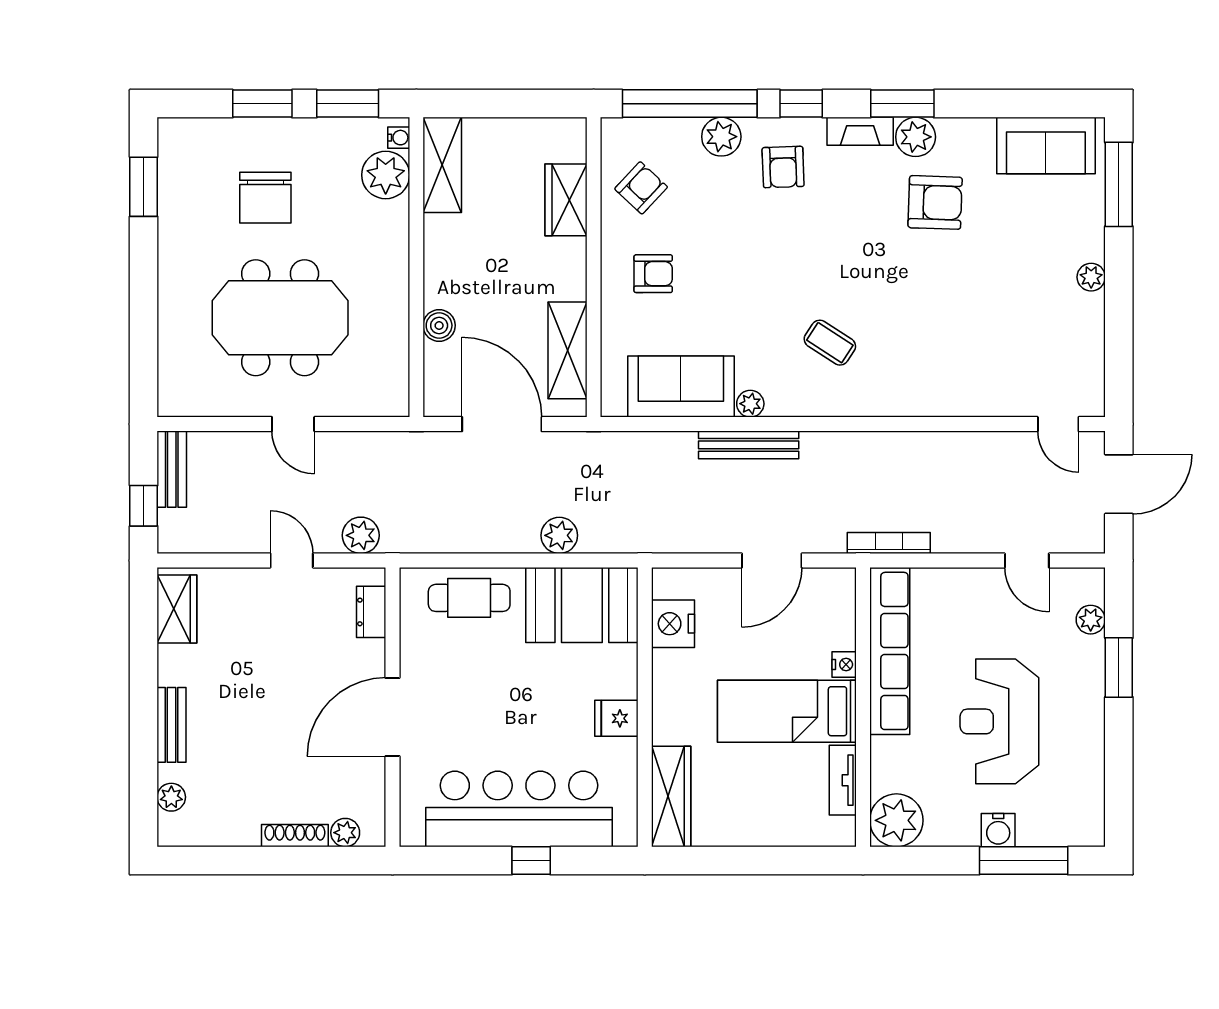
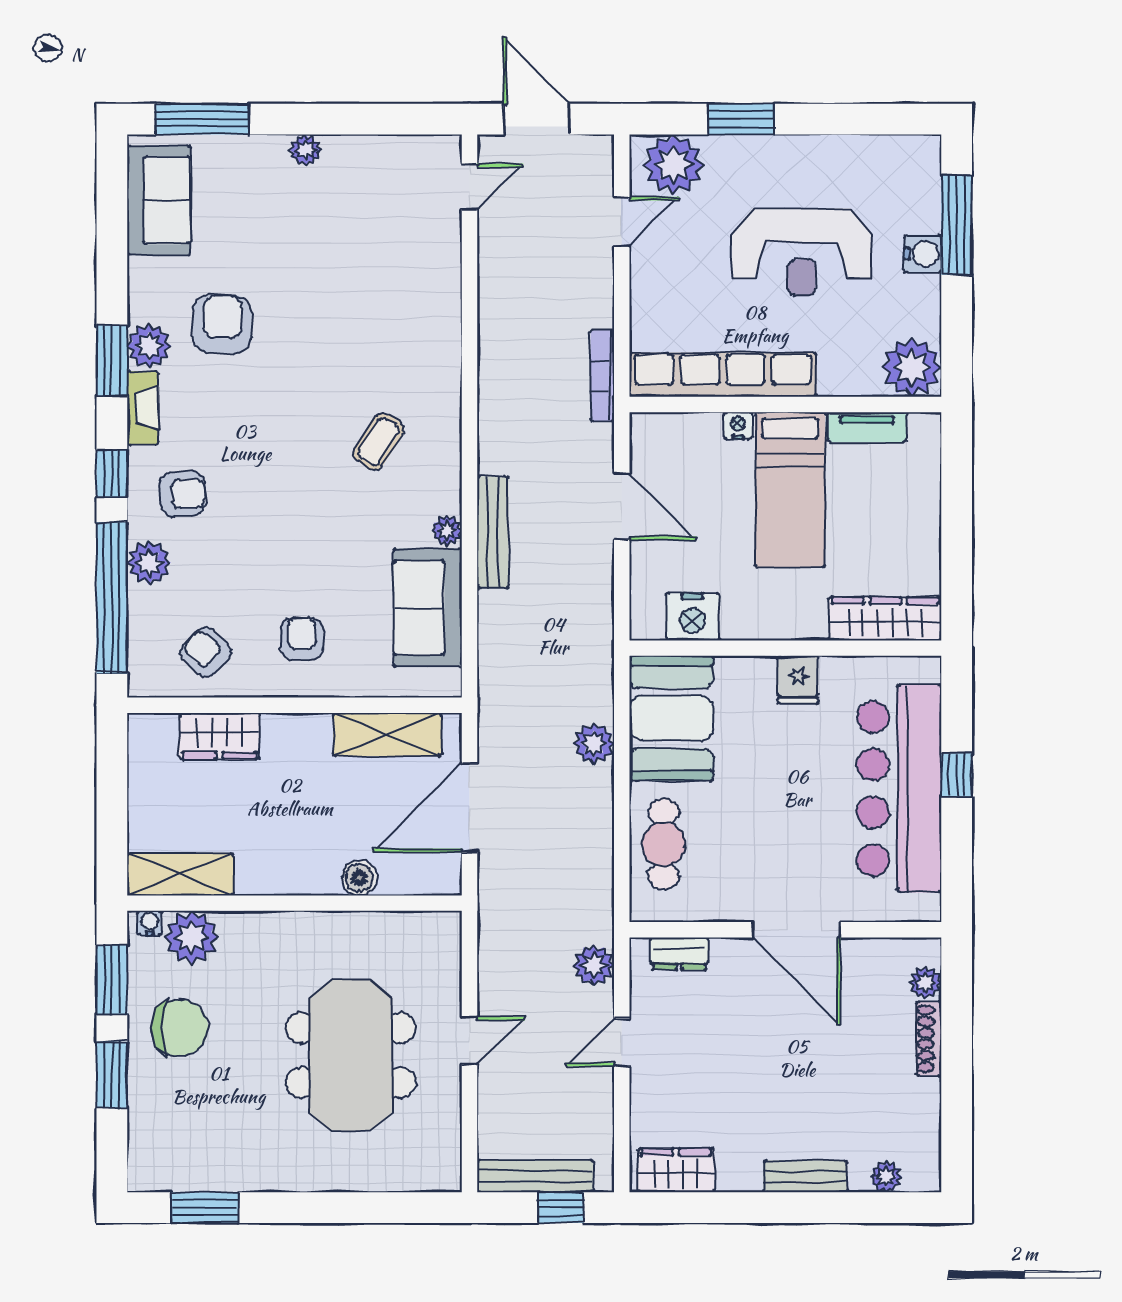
chair: (265, 198) -> (180, 1028), moved
bench: (172, 469) -> (535, 1176), width x1.36
plant: (1091, 620) -> (674, 165), width x1.88, depth x1.88

